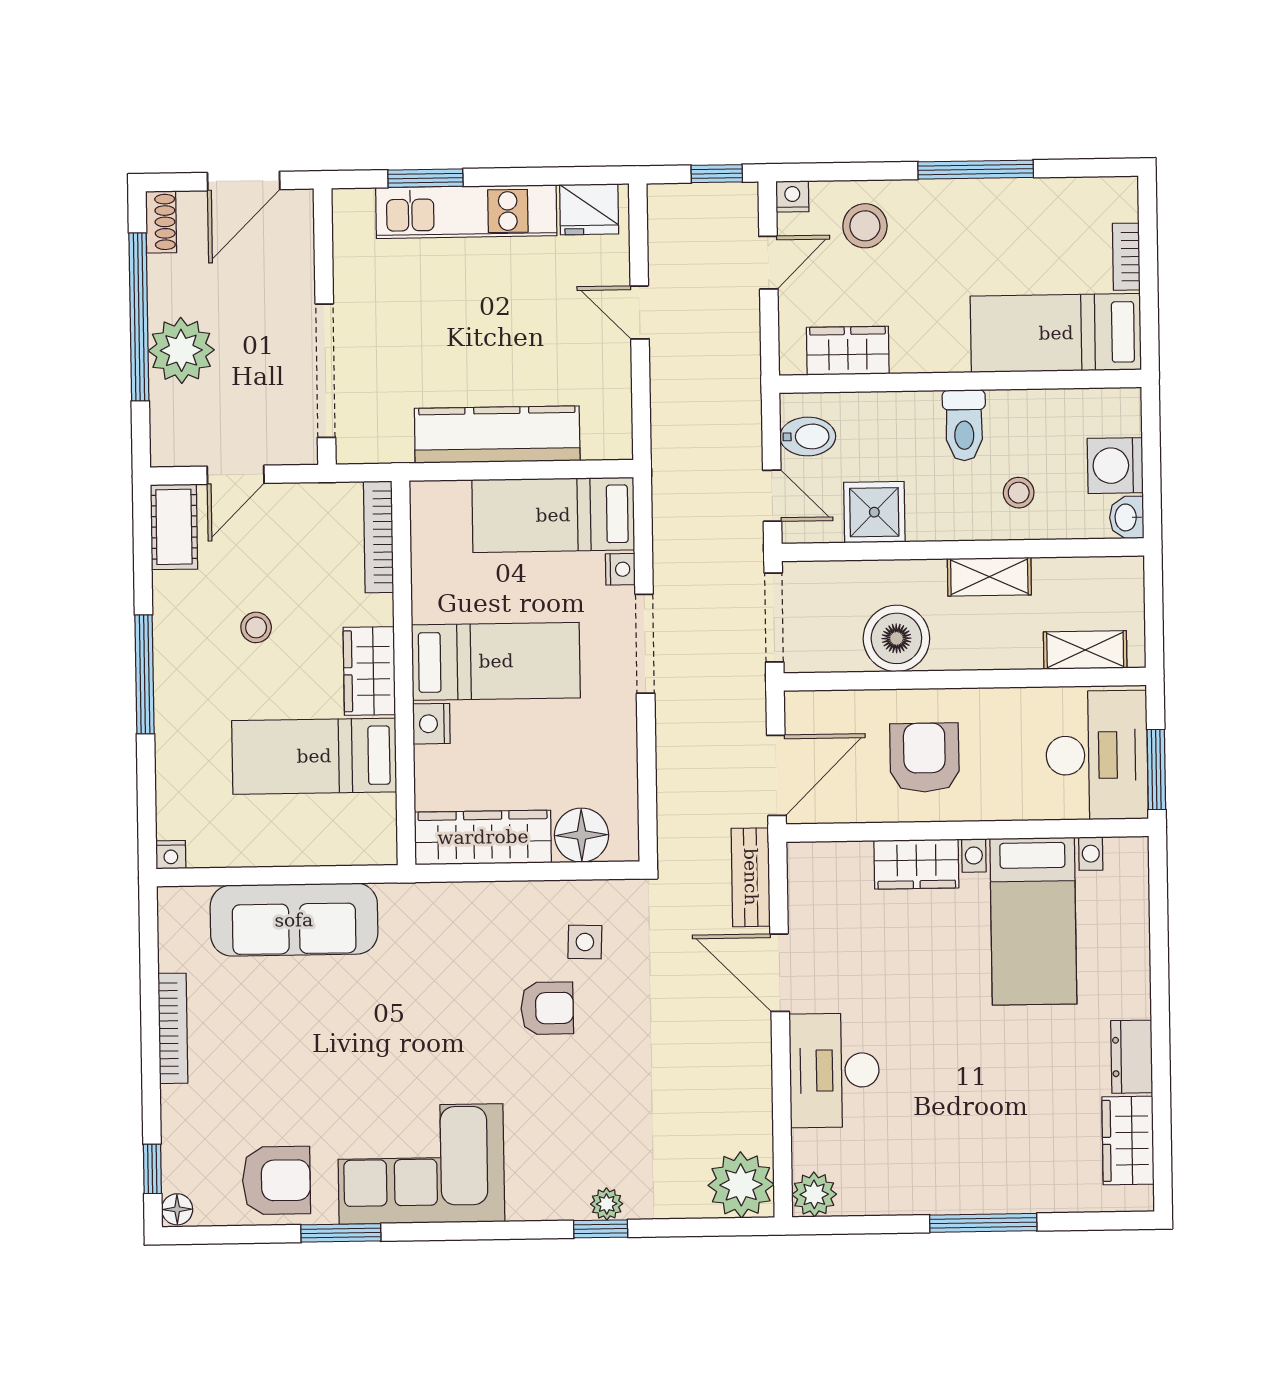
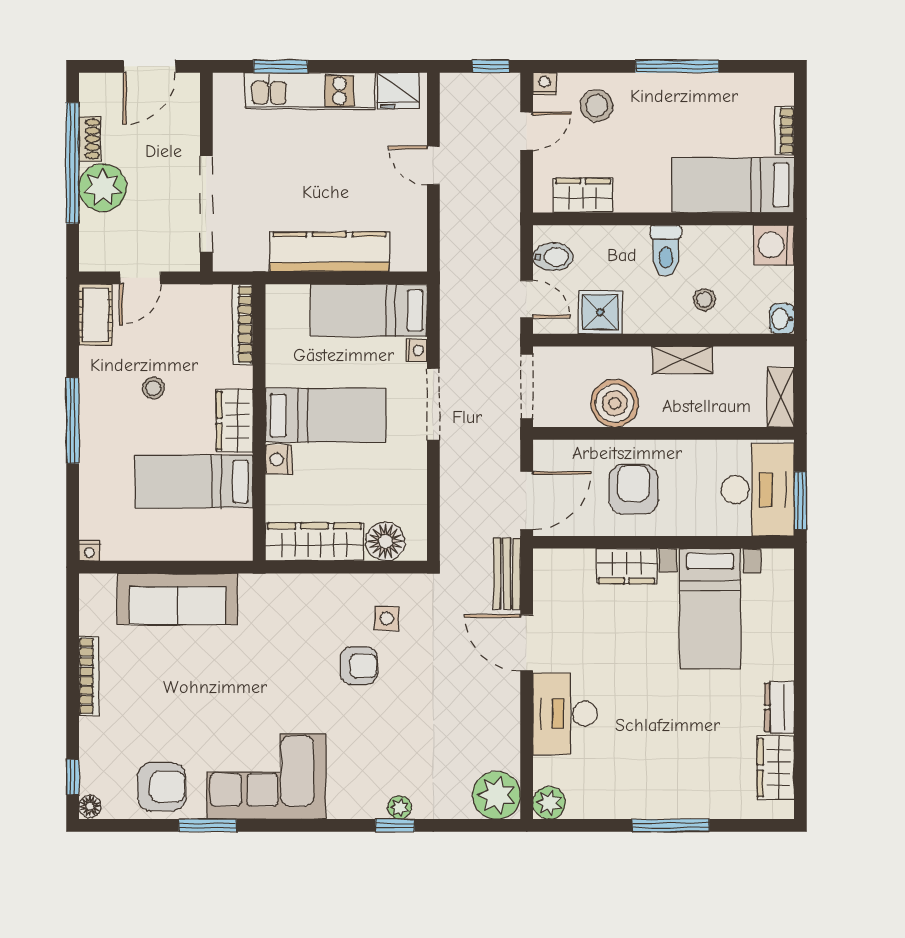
shoe rack: (161, 222) -> (90, 139), moved
washing machine: (1115, 466) -> (774, 245), moved
shelving: (1085, 650) -> (781, 397), moved, turned 90

